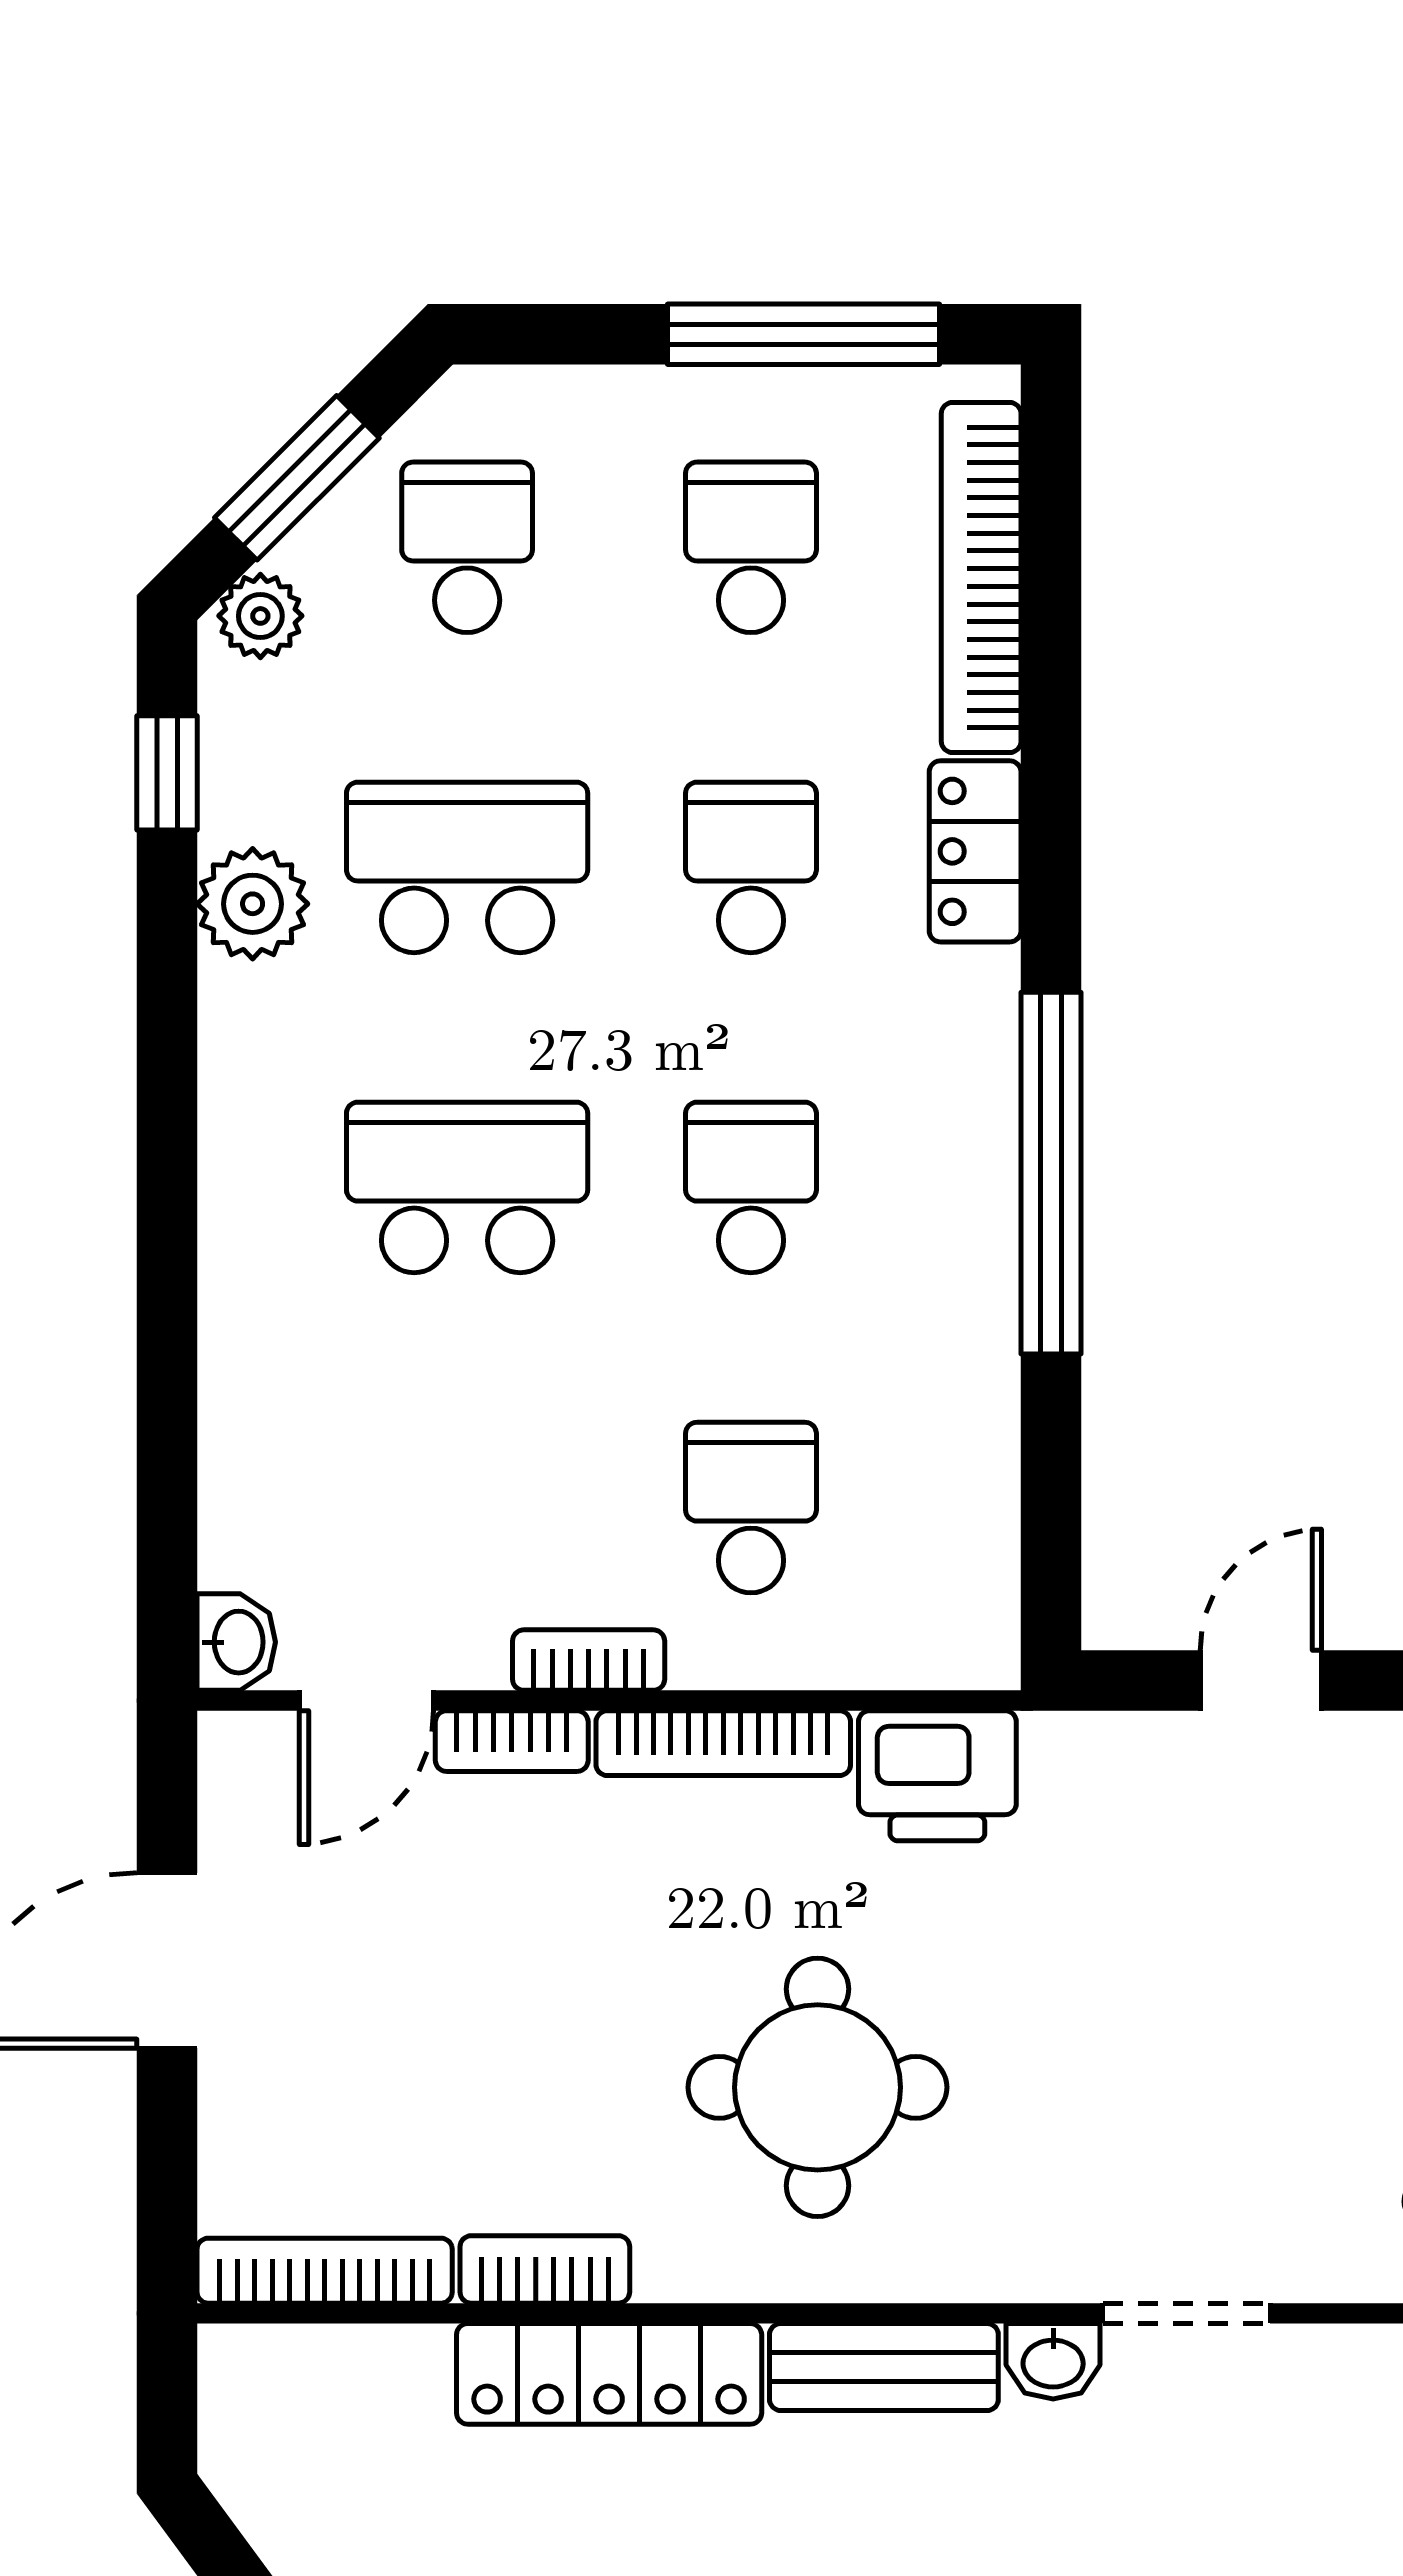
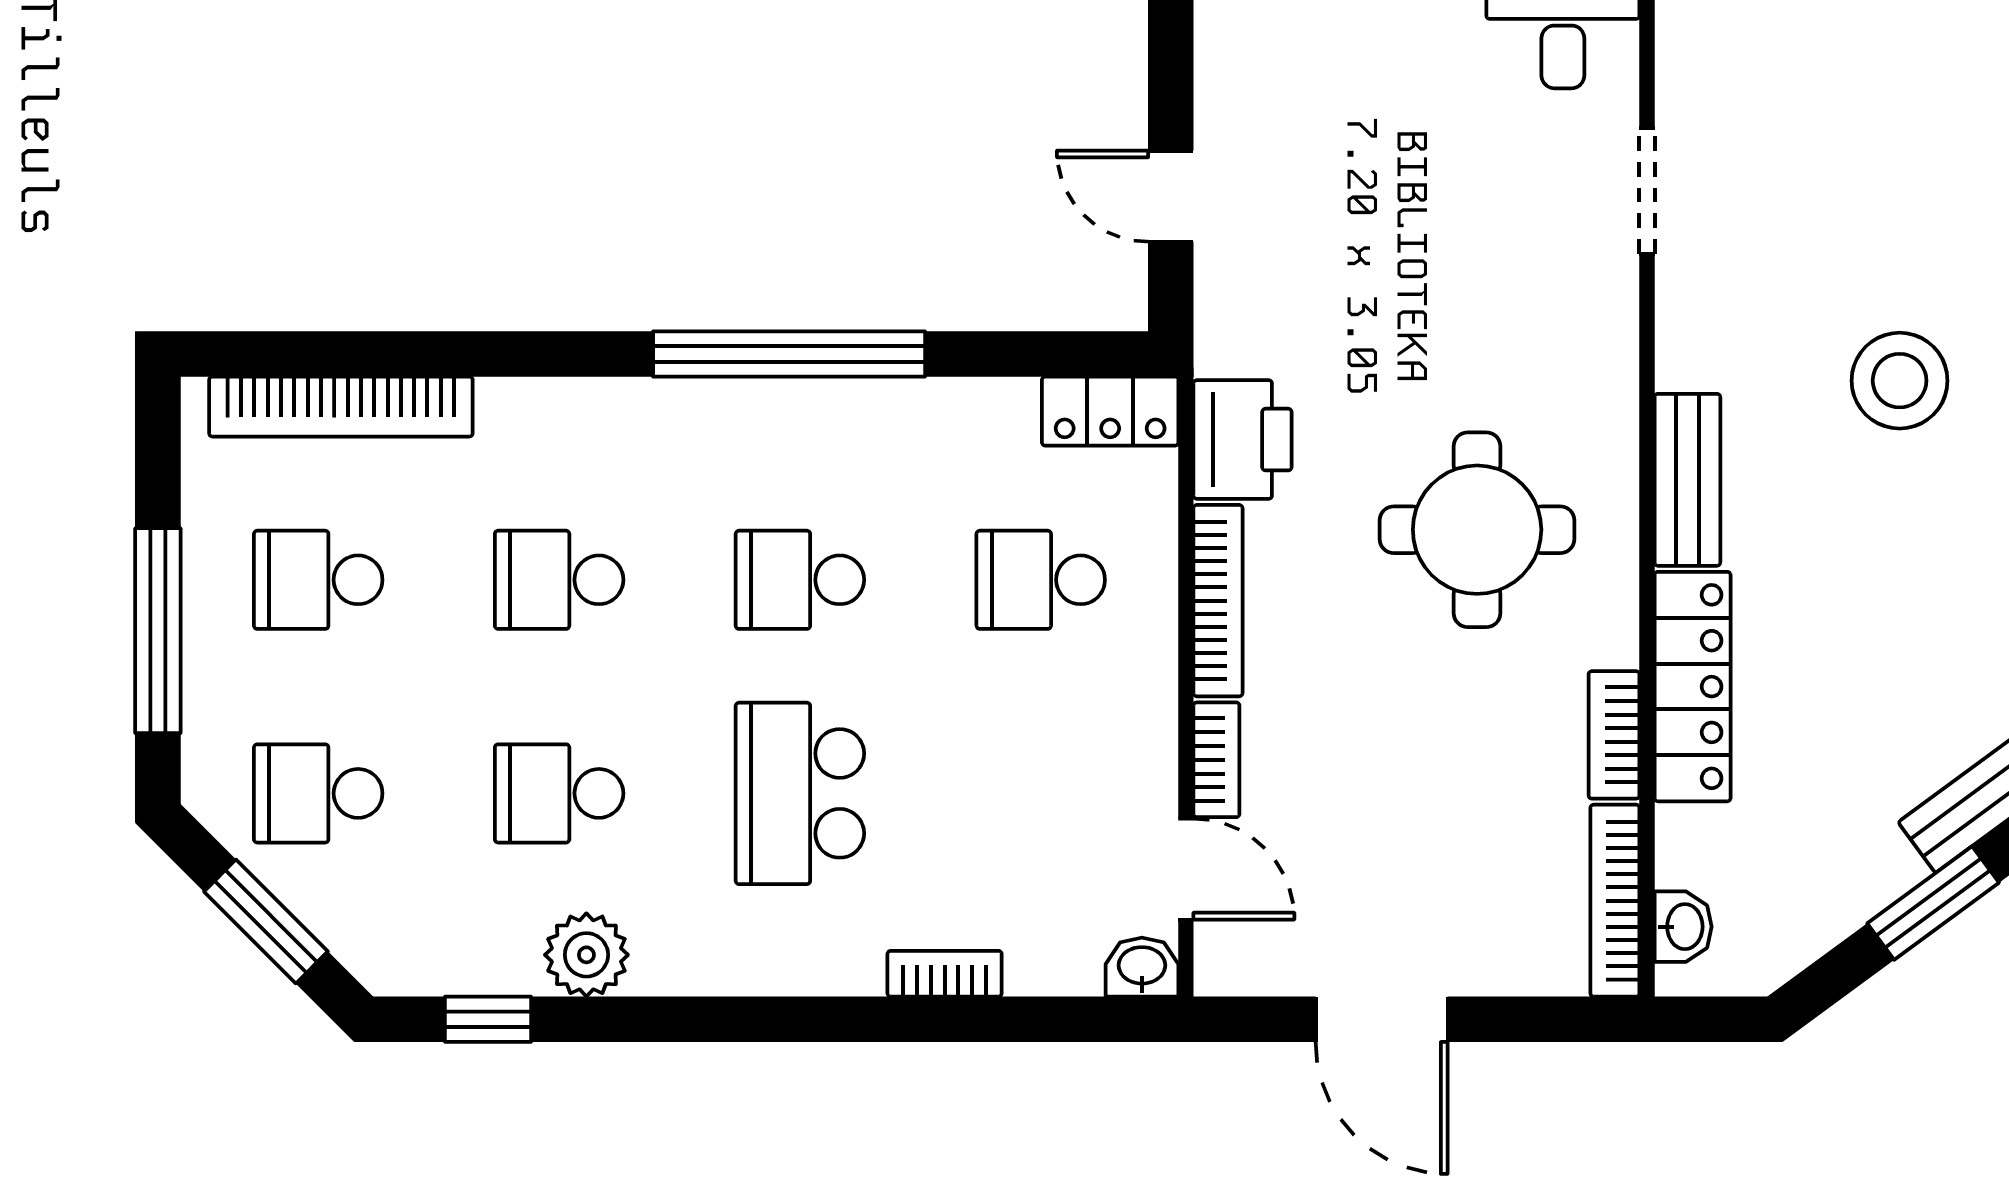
window: (804, 334) -> (158, 631), moved
plant: (260, 616) -> (370, 949), removed
locker: (975, 851) -> (1110, 411), moved
school desk: (467, 867) -> (559, 793), width x0.54
bookcase: (589, 1660) -> (945, 974), moved, turned 90
doorway: (1186, 2313) -> (1647, 191), moved
washbasin: (1053, 2361) -> (1683, 927), moved

